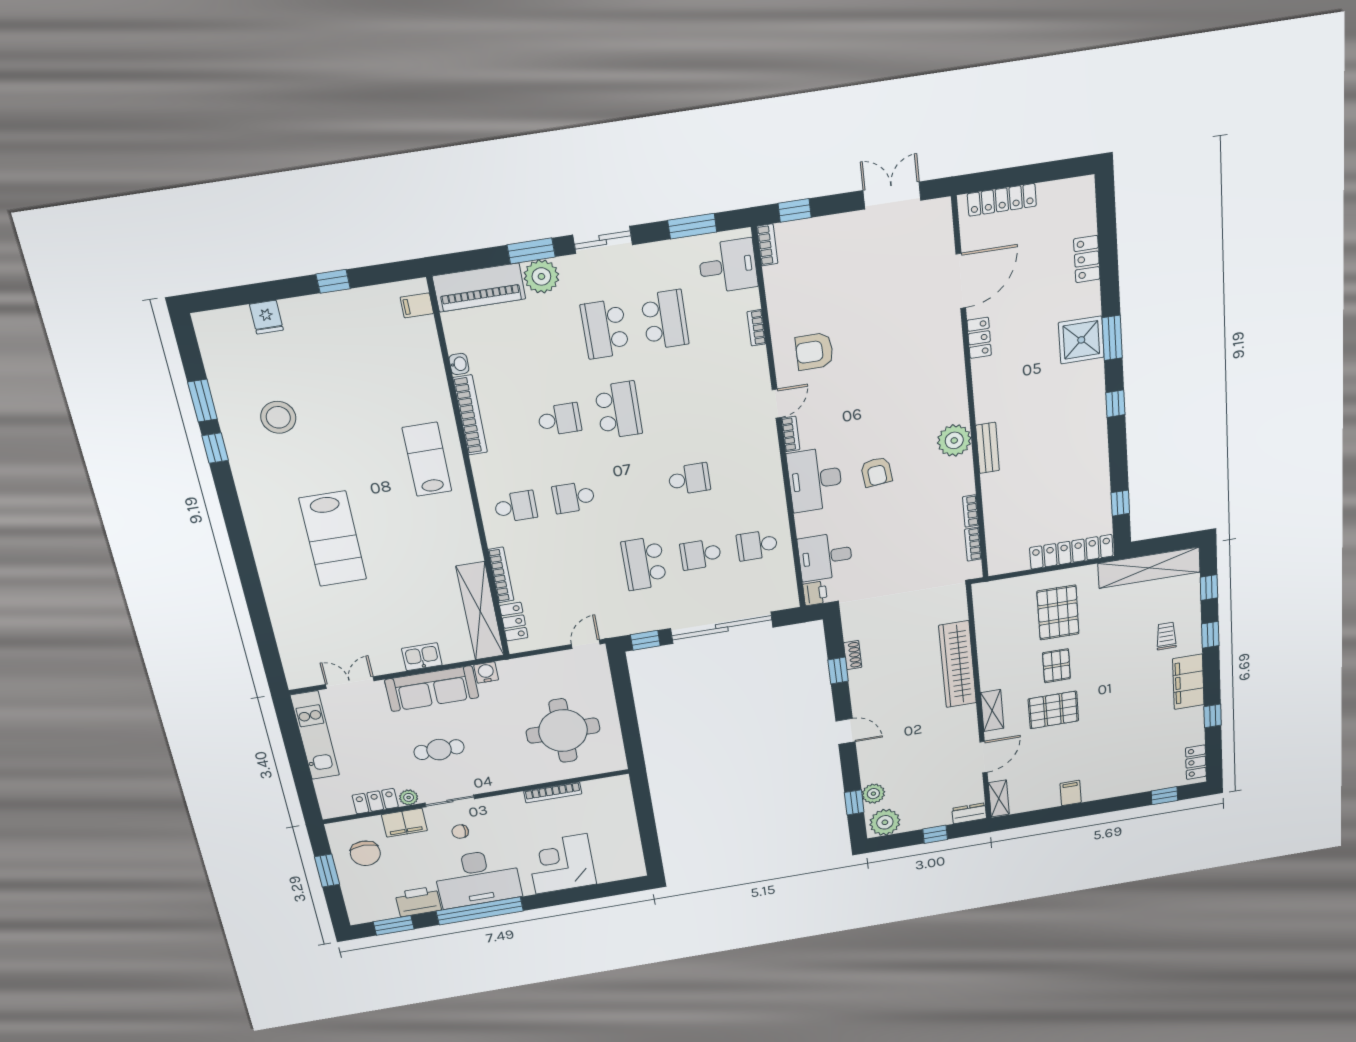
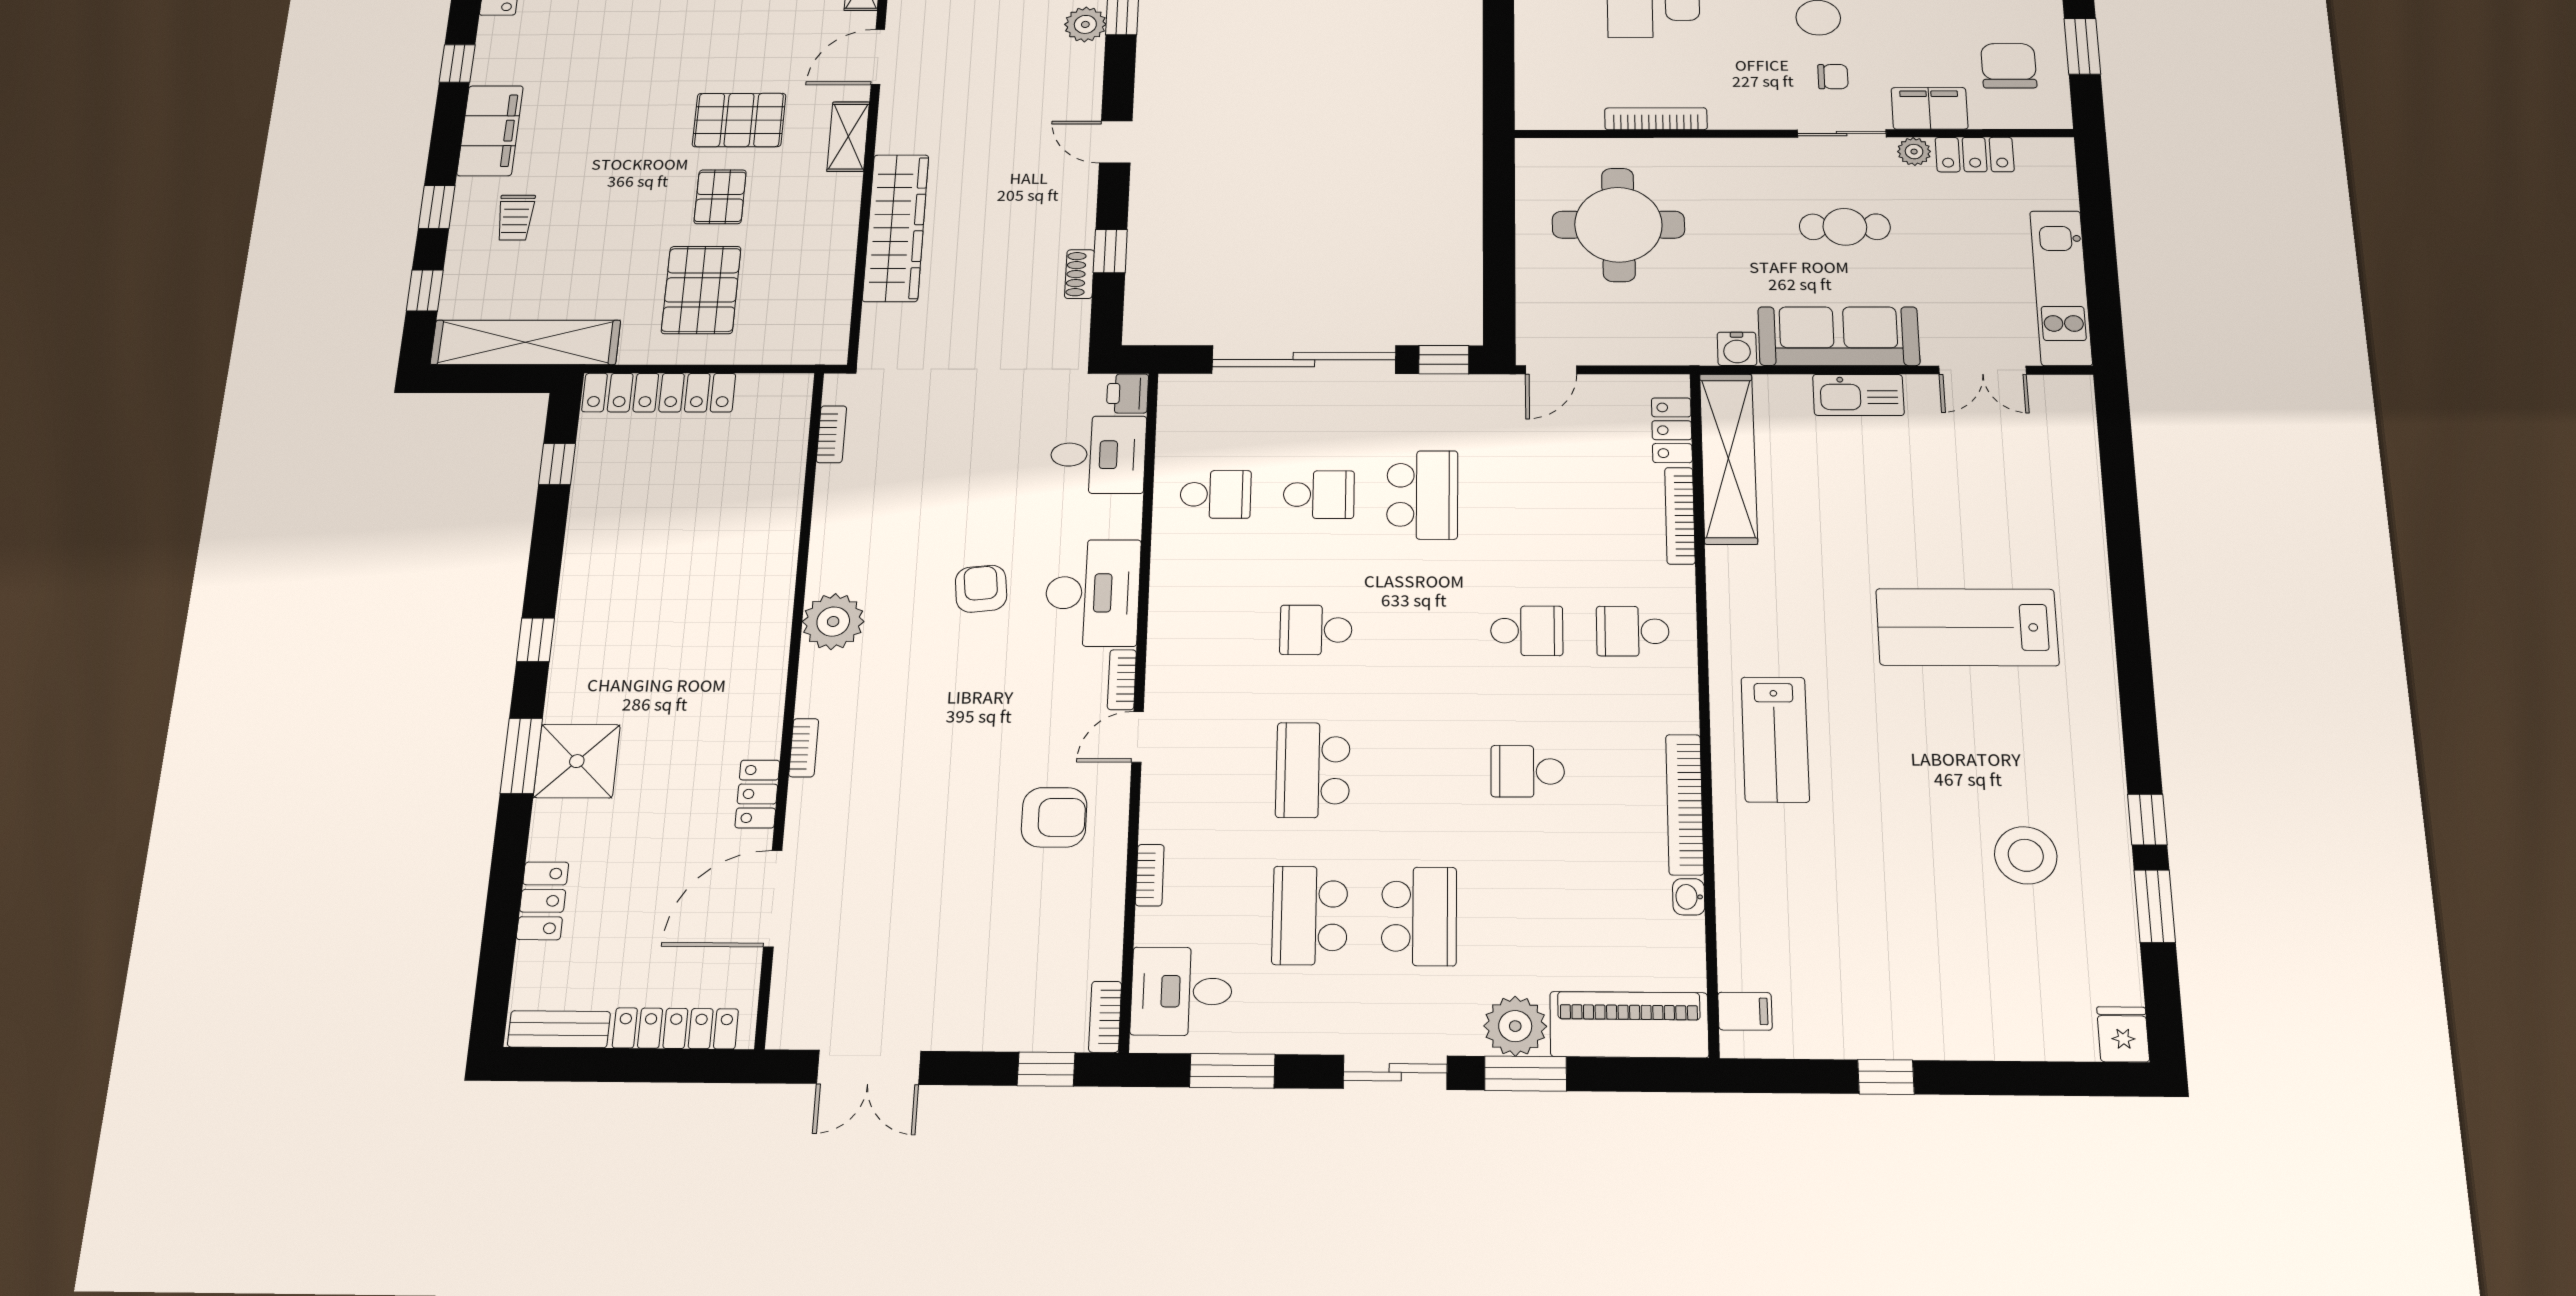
fridge: (266, 317) -> (2123, 1034), moved
school desk: (618, 410) -> (1313, 770), moved
bench: (988, 448) -> (559, 1029), moved, turned 90
bookcase: (971, 511) -> (804, 748), moved
lab bench: (333, 539) -> (1967, 627), turned -90
kitchen sink: (422, 657) -> (1858, 395), width x1.38

